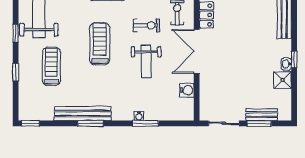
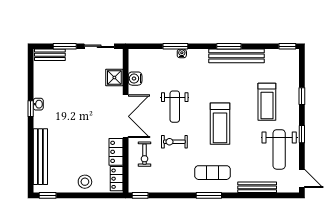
weight bench: (146, 61) -> (175, 107), turned 180
shower: (283, 80) -> (114, 77), moved
bench: (262, 115) -> (50, 55), moved

